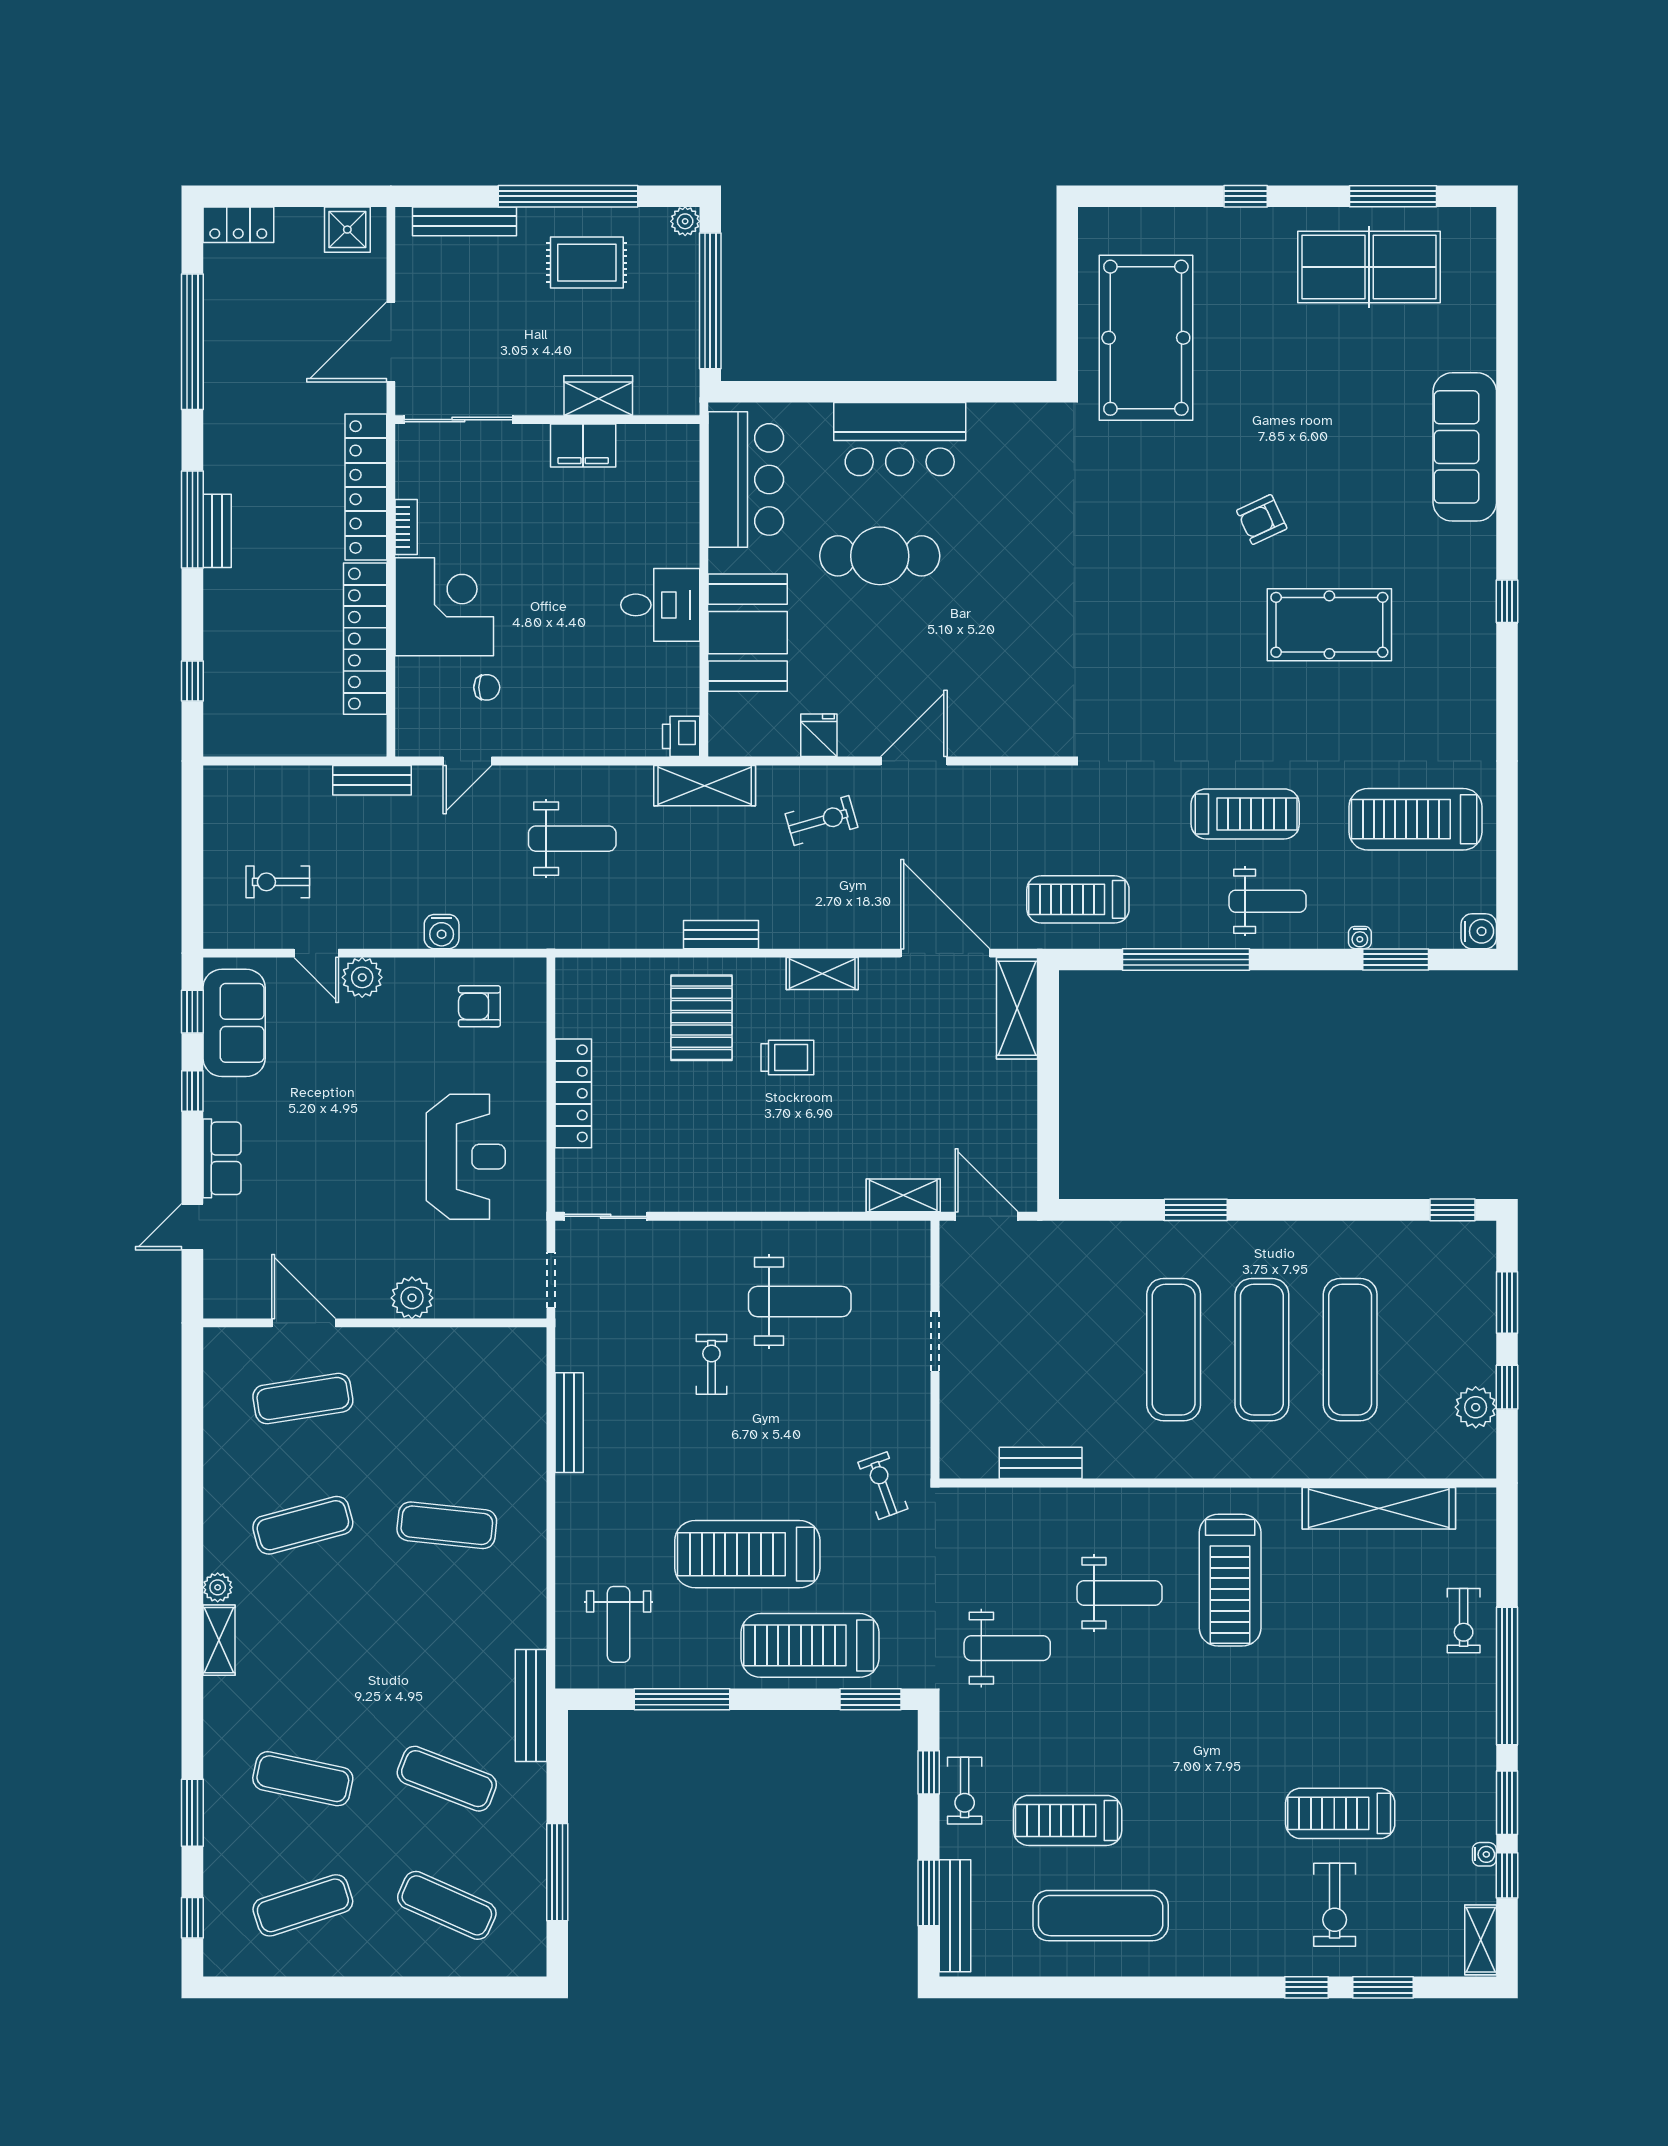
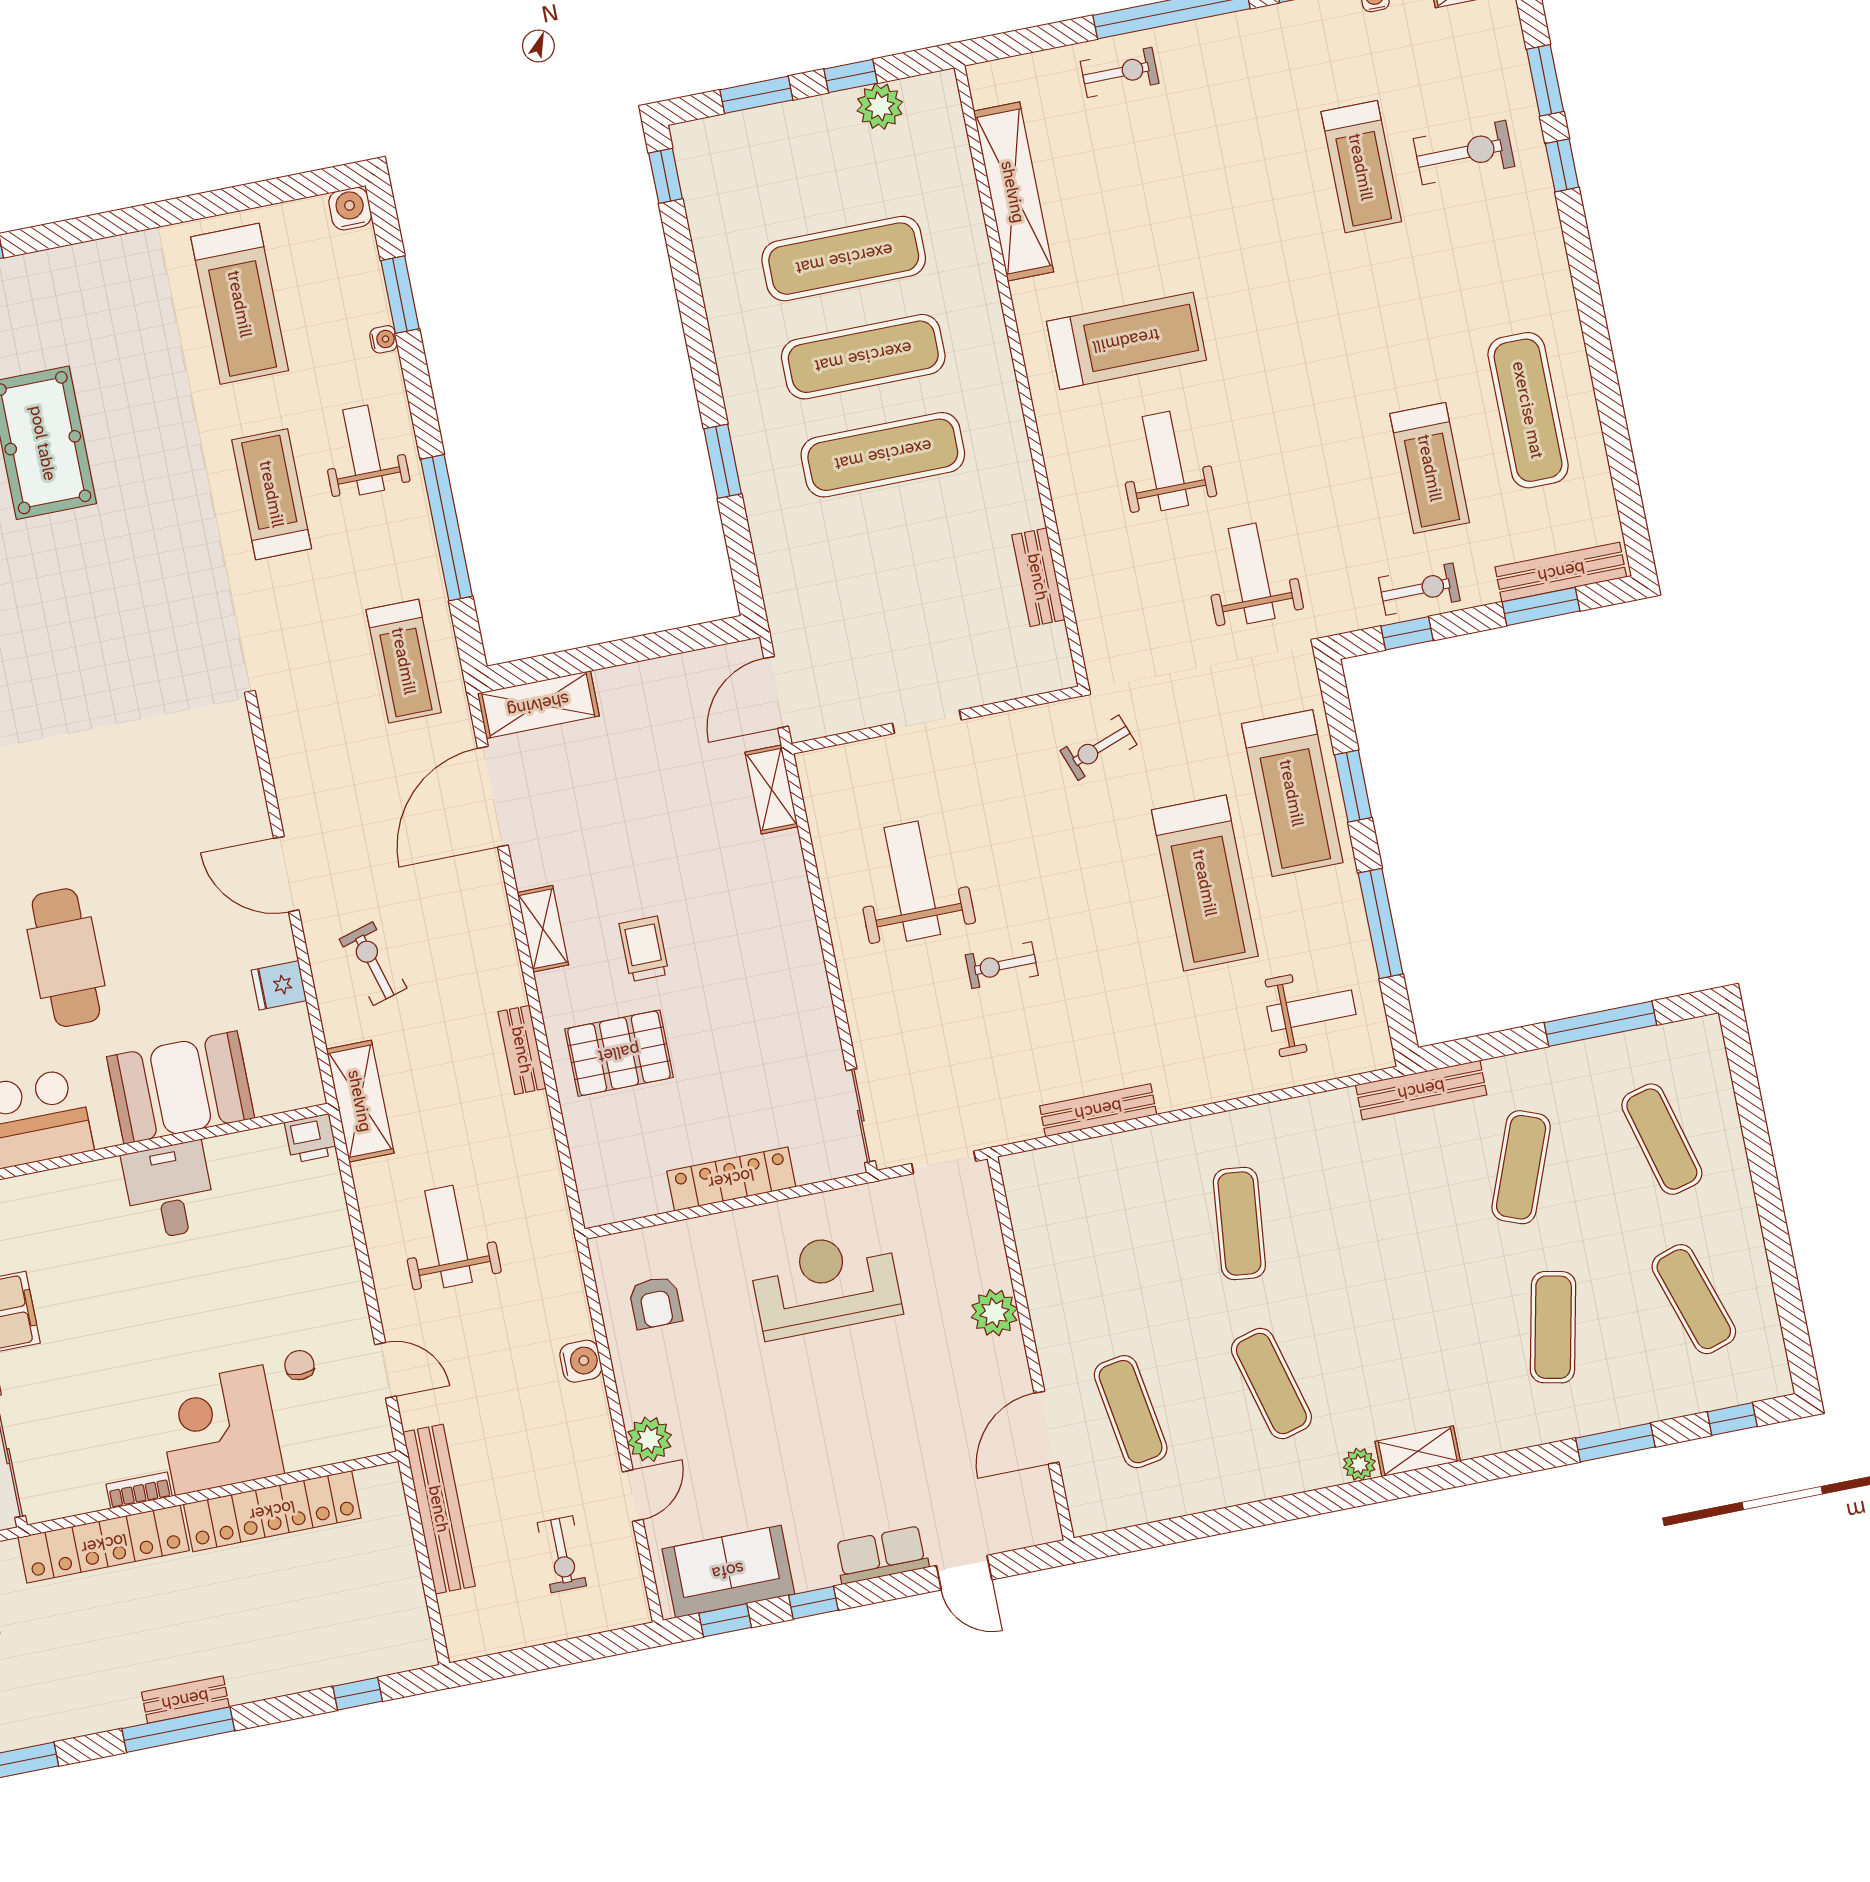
bench: (372, 780) -> (439, 1509), width x1.86, depth x1.21
window: (871, 1699) -> (1353, 786), moved
exercise mat: (447, 1905) -> (1662, 1139), turned -39

